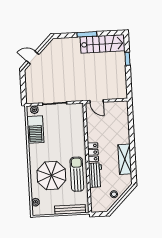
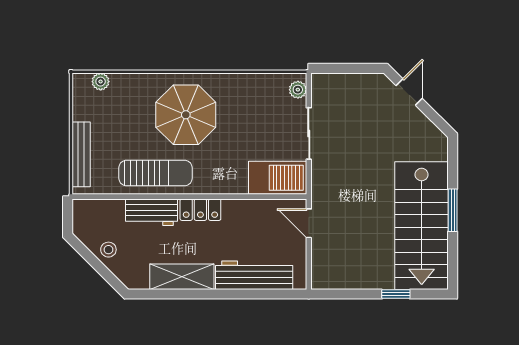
stairs: (103, 44) -> (422, 226), width x1.36, depth x1.51
door: (97, 101) -> (309, 223), hinge flipped
workbench: (122, 125) -> (254, 275), added
barbecue: (35, 129) -> (278, 178), moved, turned 180
parasol: (51, 176) -> (186, 115), moved

